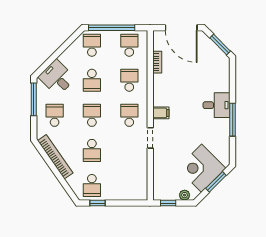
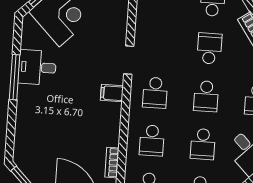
school desk: (92, 80) -> (203, 144), turned 180
desk: (217, 105) -> (37, 67), moved

